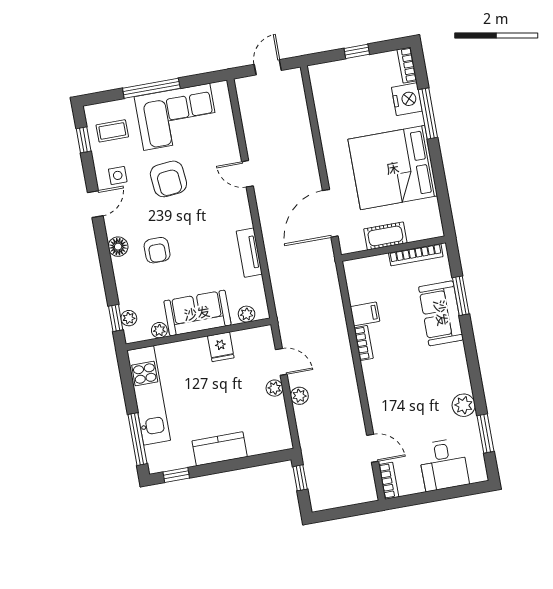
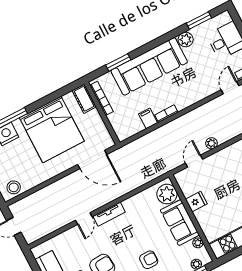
stool: (325, 85) -> (14, 187), added
cot: (385, 236) -> (84, 99), moved
tv unit: (249, 253) -> (109, 214), moved
sofa: (441, 313) -> (149, 66), width x1.85, depth x1.27
plant: (247, 314) -> (167, 194), width x1.88, depth x1.88
plant: (274, 388) -> (212, 160), removed

